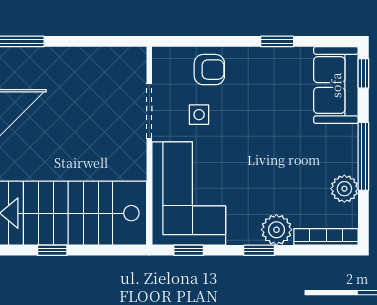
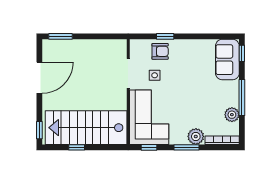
window: (277, 41) -> (165, 36), moved
window: (259, 250) -> (186, 147), width x1.50

